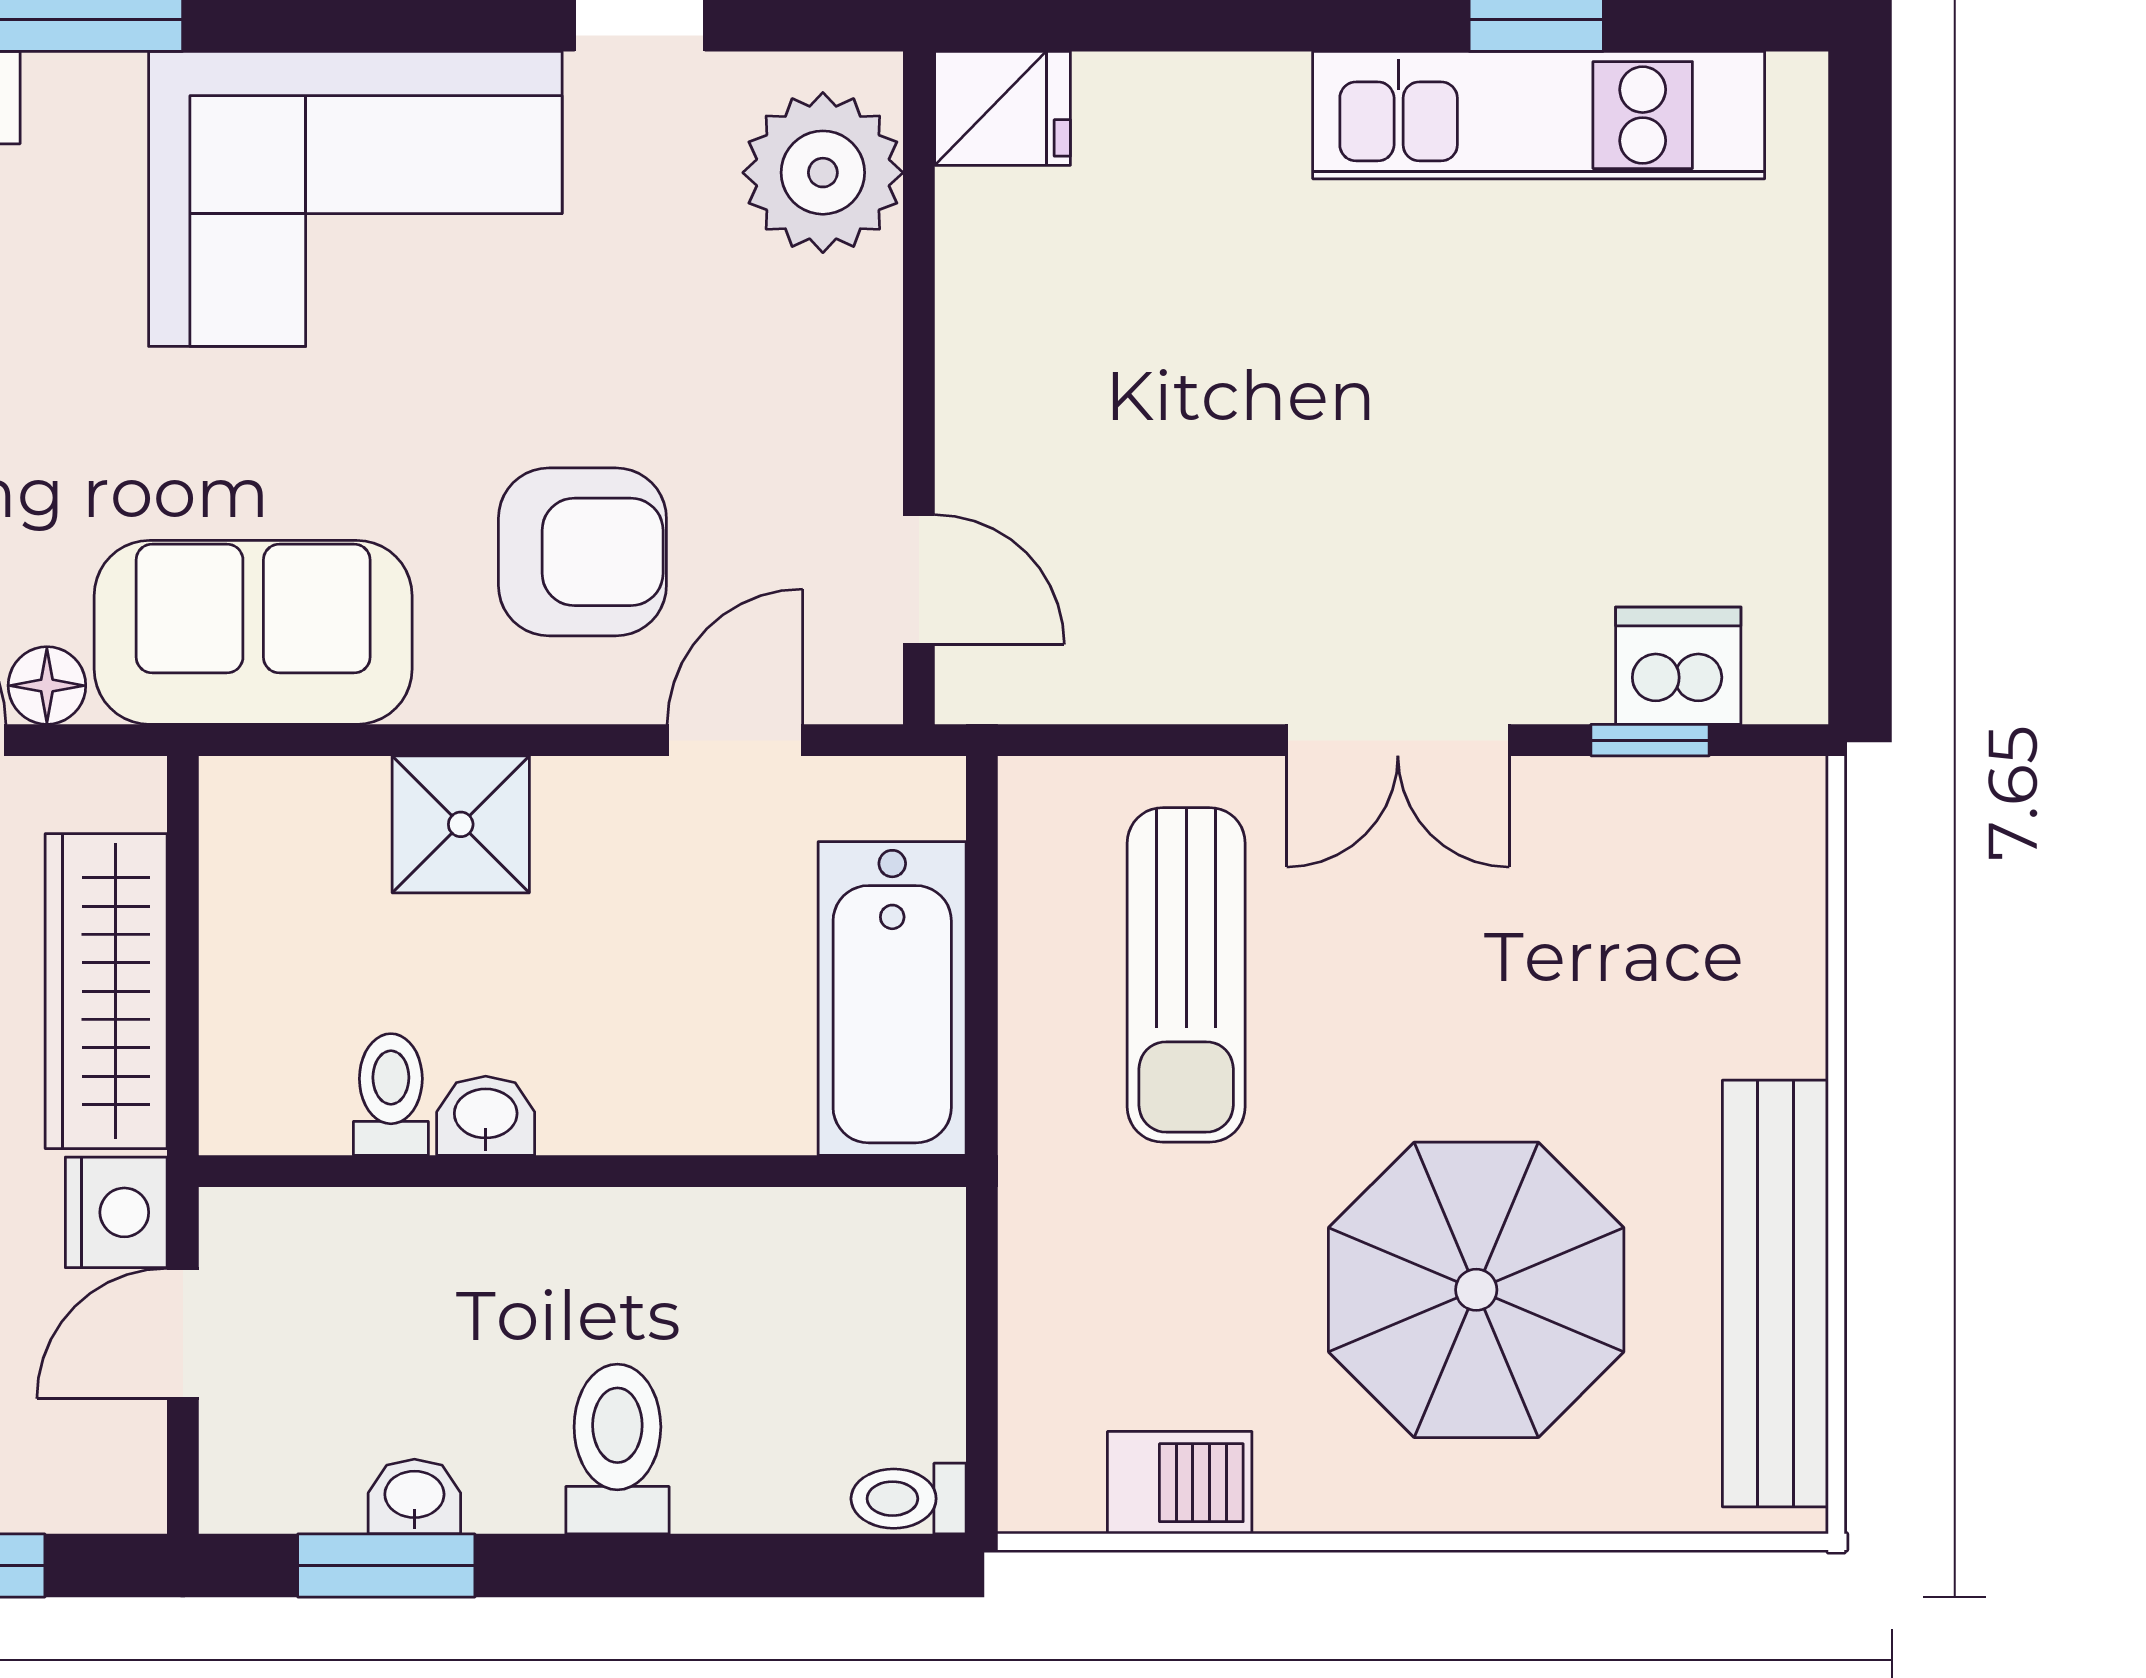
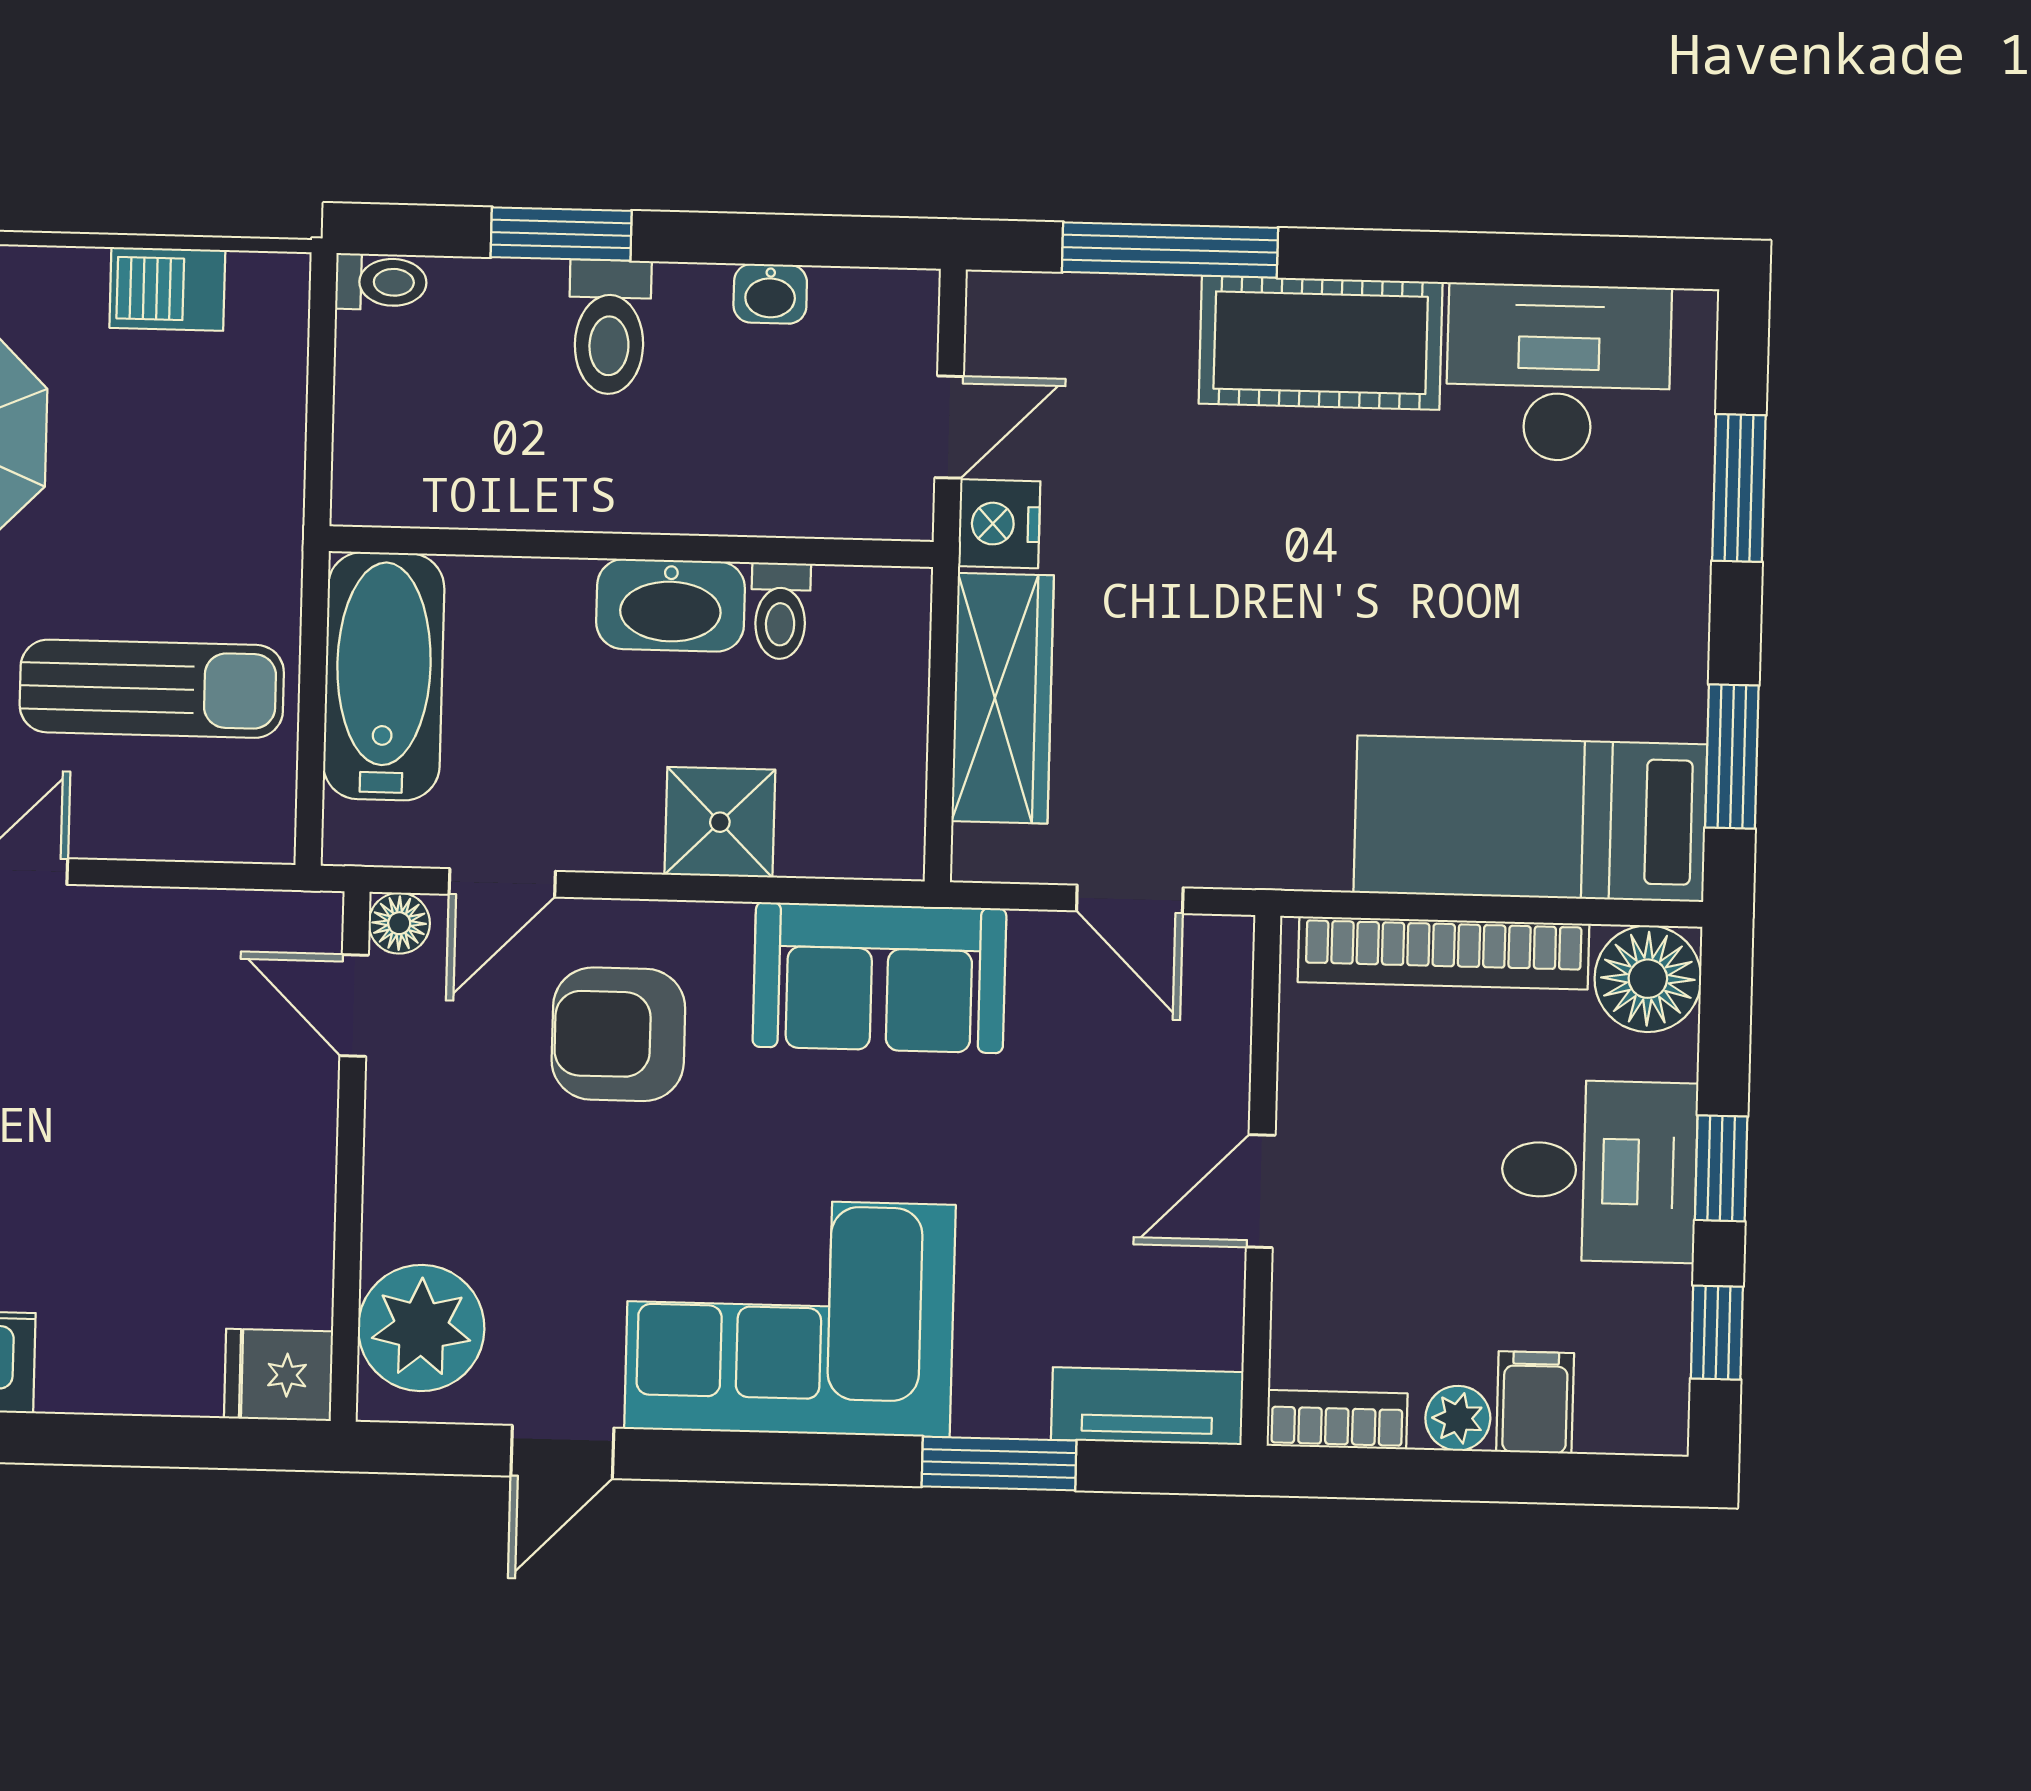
floor lamp: (47, 686) -> (399, 923), moved
sun lounger: (1186, 975) -> (152, 689), turned 90
washbasin: (486, 1116) -> (671, 605), width x1.91, depth x1.45
window: (386, 1566) -> (561, 234), moved

